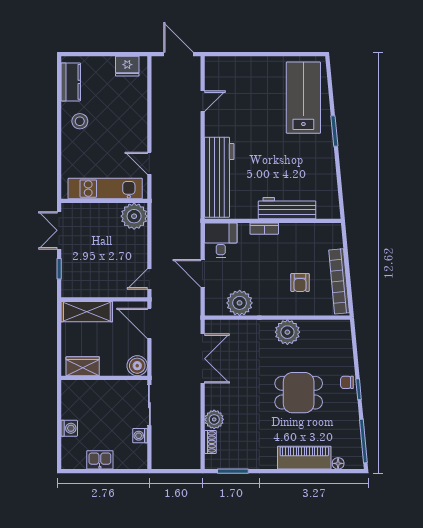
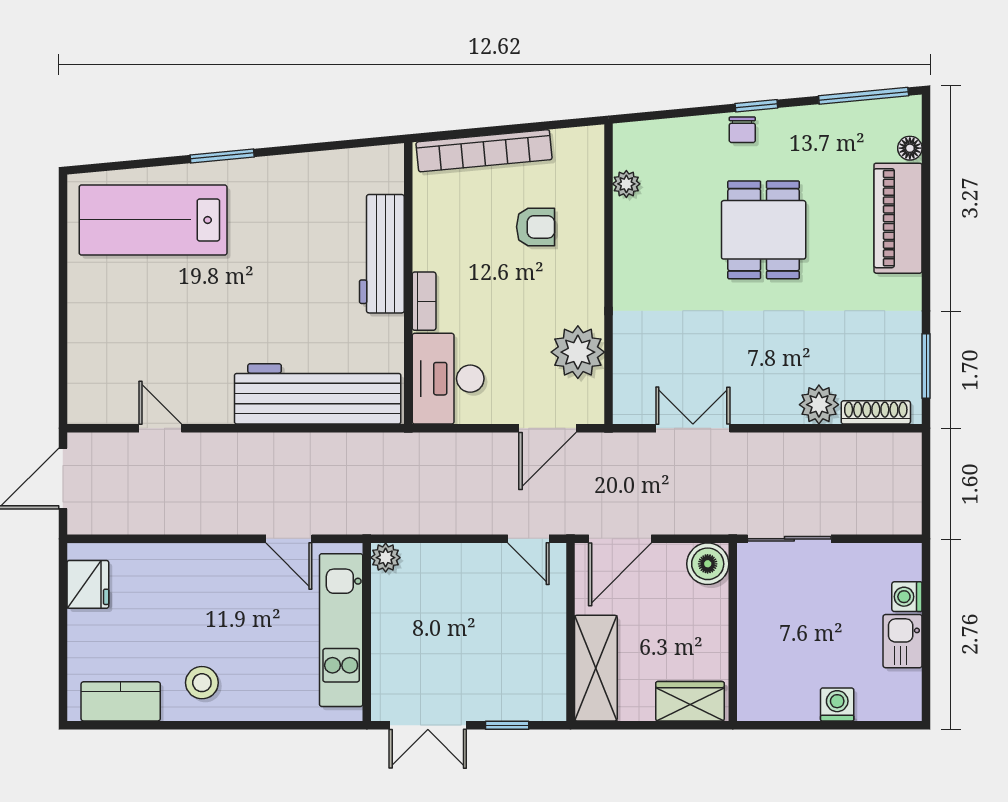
door: (149, 163) -> (289, 539), hinge flipped
plant: (134, 216) -> (386, 558), width x0.53, depth x0.53
desk: (221, 240) -> (448, 379), width x1.37
door: (203, 273) -> (548, 428), moved
bookcase: (339, 281) -> (484, 151), moved
plant: (287, 332) -> (626, 184), moved, width x0.53, depth x0.53
double door: (203, 359) -> (693, 428), width x0.73
wardrobe: (83, 366) -> (690, 701), moved, turned 90
washing machine: (140, 436) -> (907, 597), moved, turned 90
shoe rack: (210, 442) -> (876, 412), width x1.43

